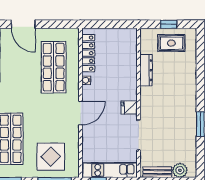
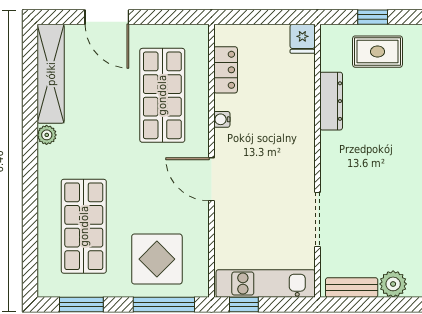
locker: (88, 53) -> (226, 70), width x0.66
fridge: (129, 108) -> (302, 39), moved, turned -90
door: (80, 113) -> (211, 179), swing flipped

